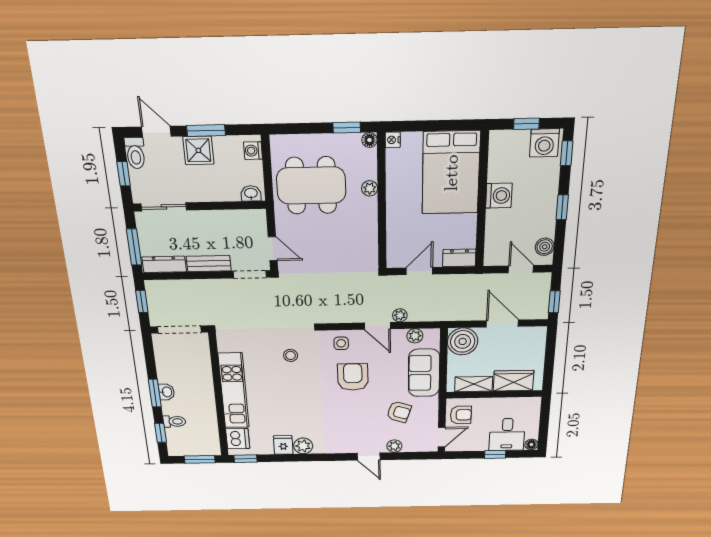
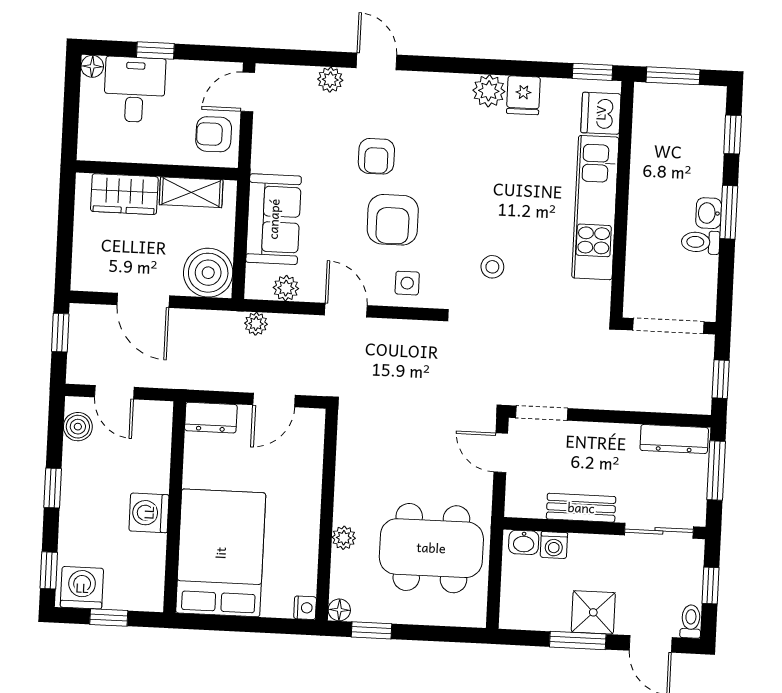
washing machine: (253, 151) -> (554, 545), moved, turned 90
toilet: (135, 153) -> (691, 621), width x0.73, depth x0.72
bench: (209, 264) -> (581, 508), moved
plant: (400, 315) -> (256, 324), moved
armchair: (399, 412) -> (376, 156), moved, turned -108
toilet: (174, 421) -> (701, 242), moved

